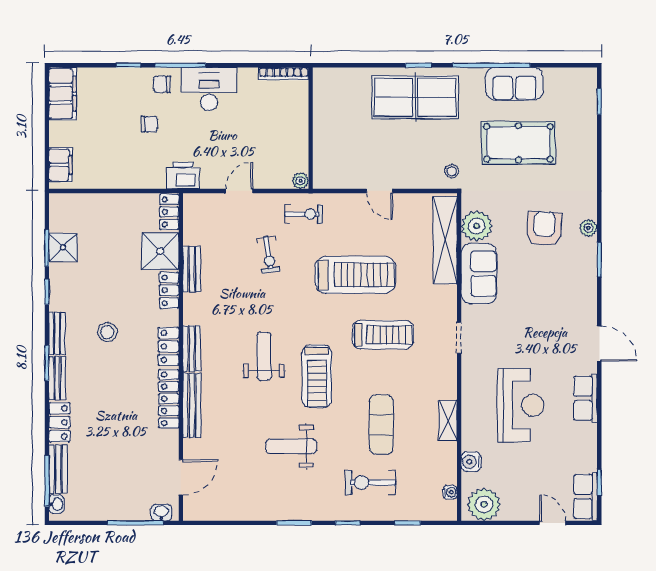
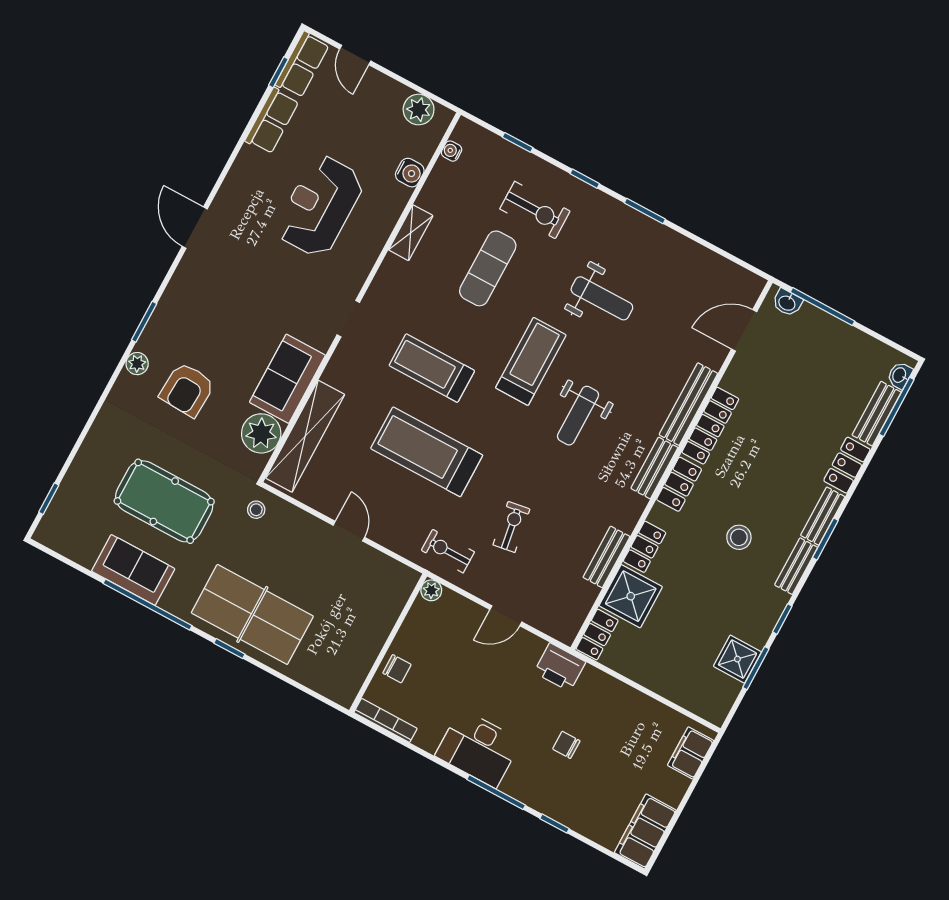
chair: (162, 84) -> (397, 669), moved
row of seats: (586, 398) -> (272, 121), moved
plant: (484, 504) -> (419, 110), width x0.73, depth x0.73

